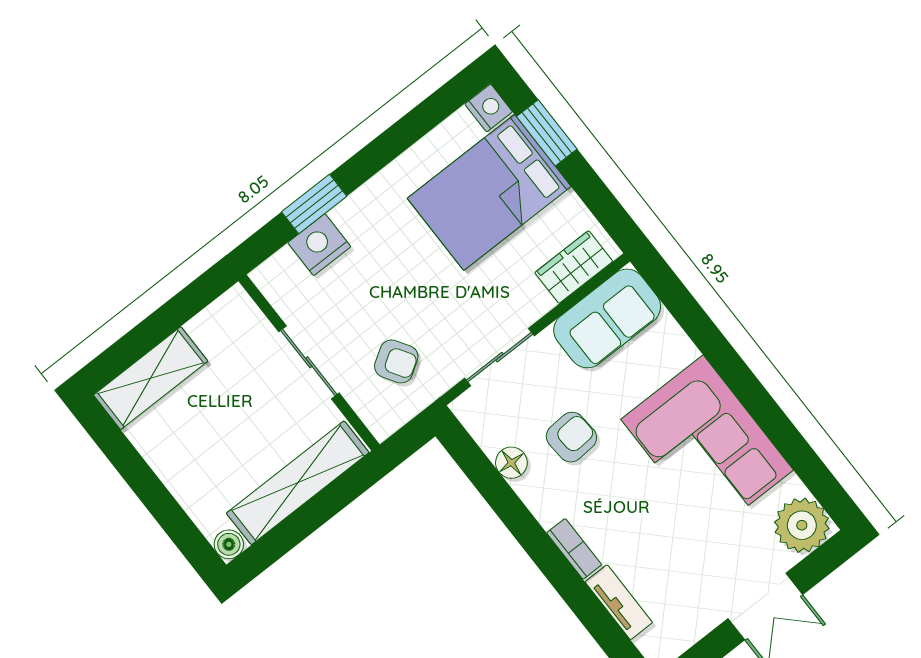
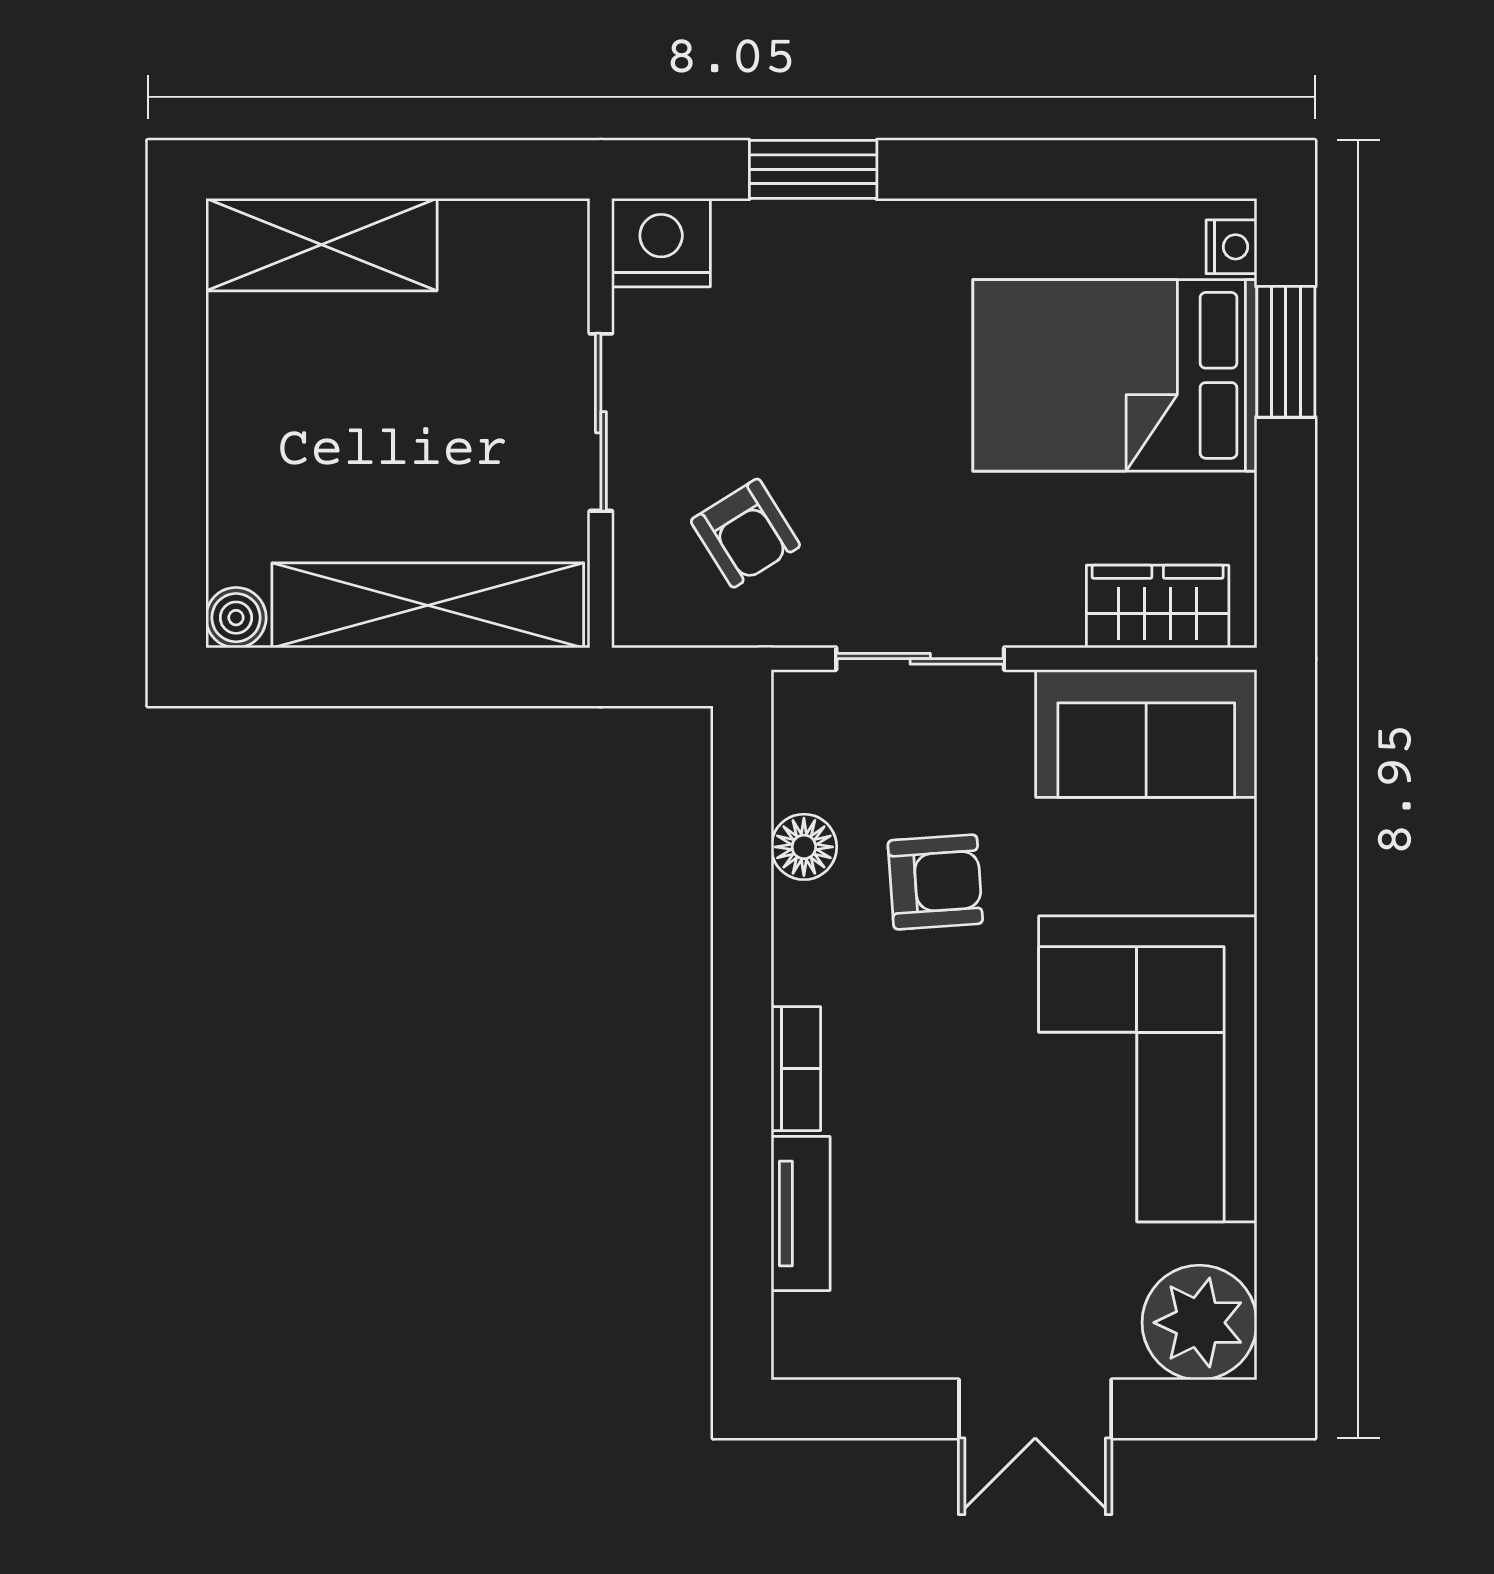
nightstand: (489, 108) -> (1231, 247), width x0.72, depth x0.74
nightstand: (319, 245) -> (661, 243), moved

